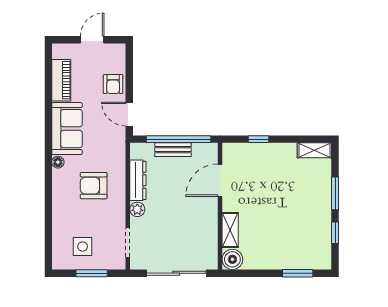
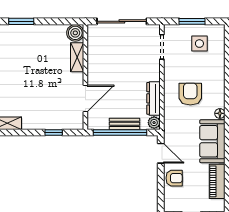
armchair: (113, 84) -> (174, 178), turned 90
armchair: (94, 186) -> (190, 94), turned -90
plant: (137, 209) -> (154, 123), moved

